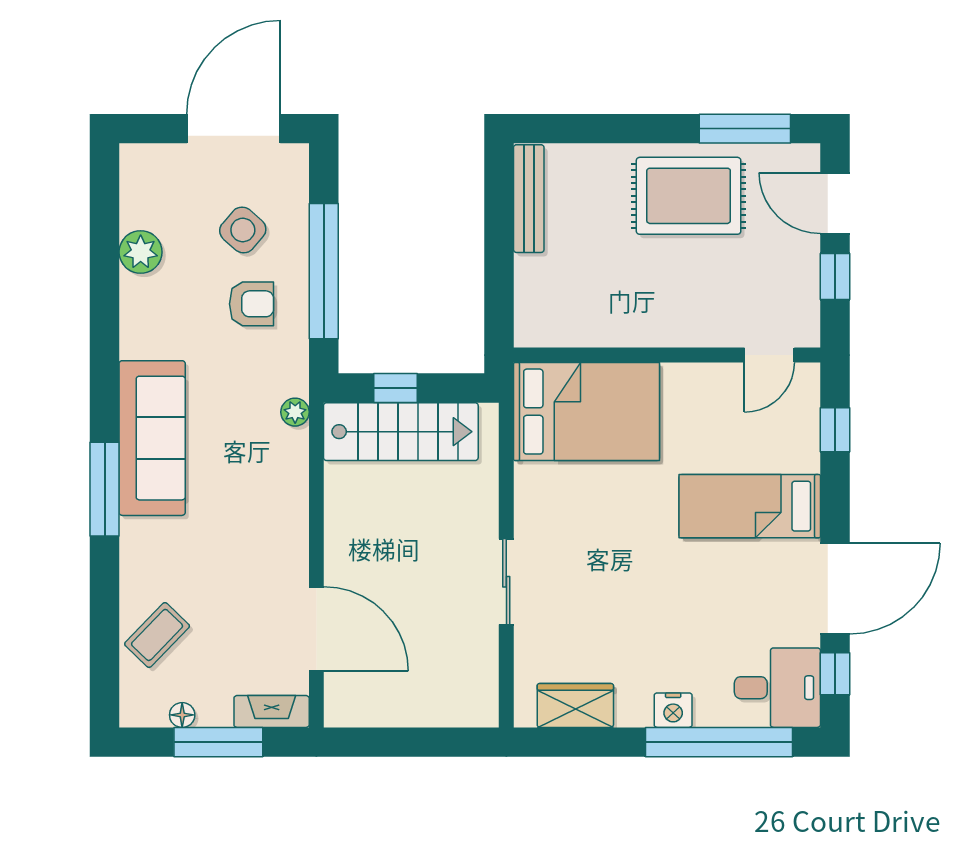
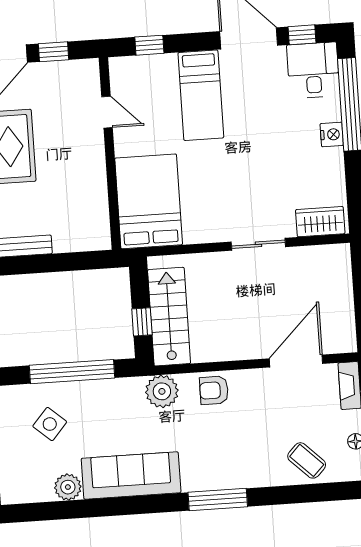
armchair: (251, 304) -> (214, 390), moved, turned -90
door: (769, 355) -> (107, 112), moved
plant: (295, 412) -> (162, 391), width x1.87, depth x1.87
sofa: (152, 438) -> (131, 476), moved
wardrobe: (575, 705) -> (320, 222), moved, turned 90

